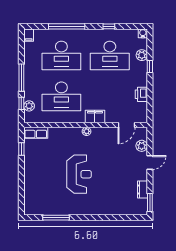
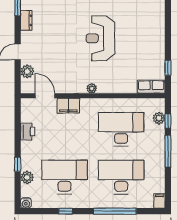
filing cabinet: (95, 117) -> (68, 106), moved
door: (126, 125) -> (45, 96), hinge flipped

